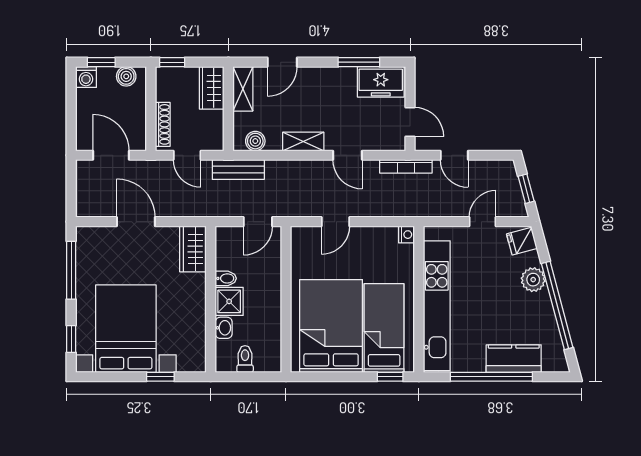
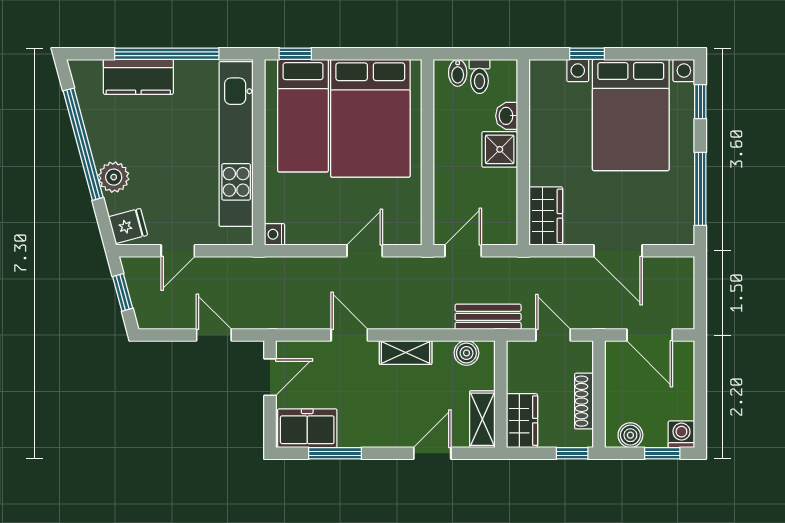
door: (410, 122) -> (270, 377), swing flipped
shoe rack: (163, 124) -> (584, 401), moved
bookcase: (406, 166) -> (275, 321), removed
bidet: (226, 278) -> (458, 73), moved, turned -90

